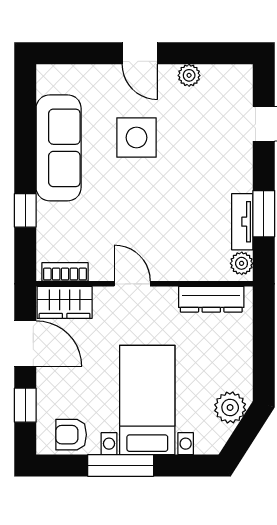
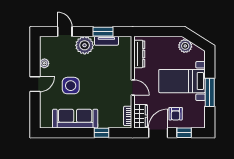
plant: (242, 263) -> (85, 45), moved, width x1.87, depth x1.87
door: (132, 284) -> (133, 87), swing flipped
armchair: (71, 435) -> (176, 114), moved

